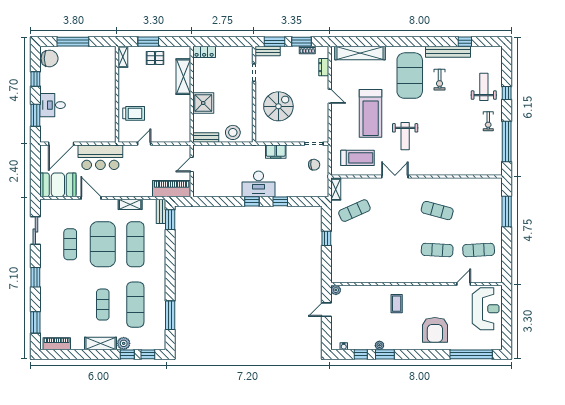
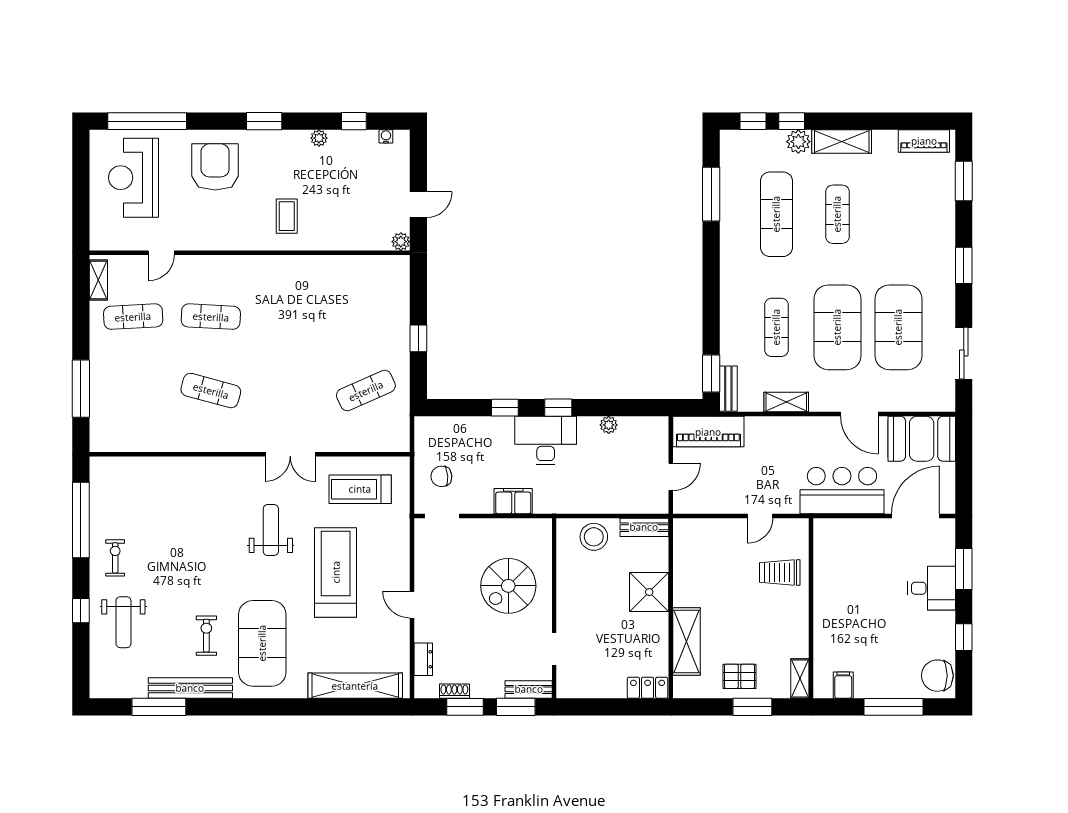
window: (465, 42) -> (159, 707), width x2.17
filing cabinet: (100, 53) -> (843, 685), added
shelving: (336, 189) -> (98, 280), moved
plant: (225, 192) -> (609, 425), added
exercise mat: (70, 244) -> (898, 327), width x2.00, depth x1.45
exercise mat: (135, 244) -> (776, 327), width x0.73, depth x0.69
reception desk: (486, 309) -> (134, 178), moved
window: (385, 354) -> (264, 121), moved

